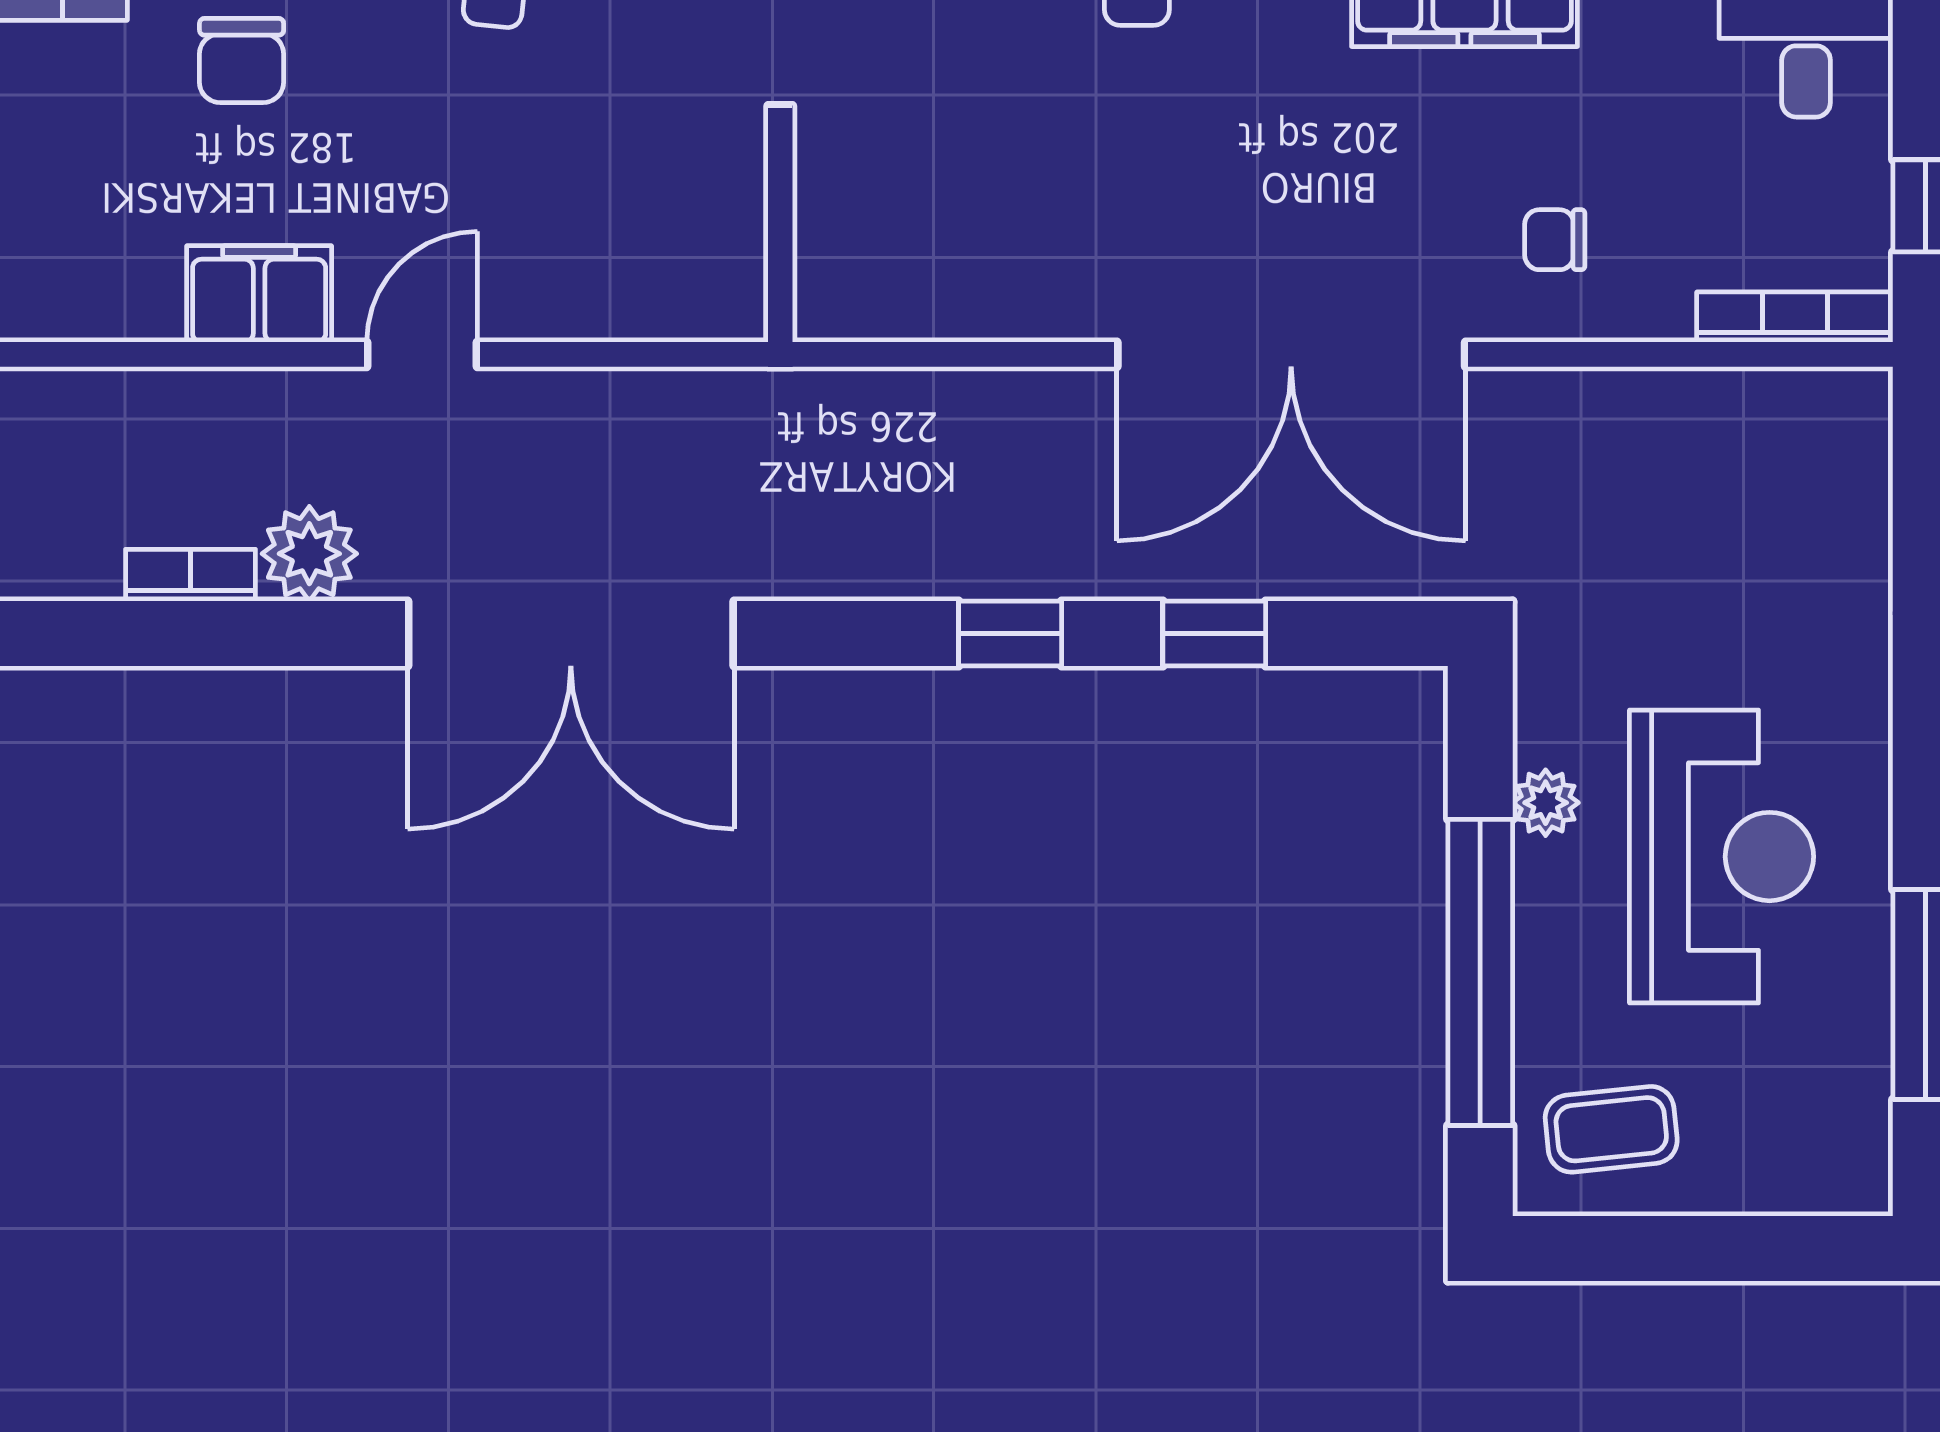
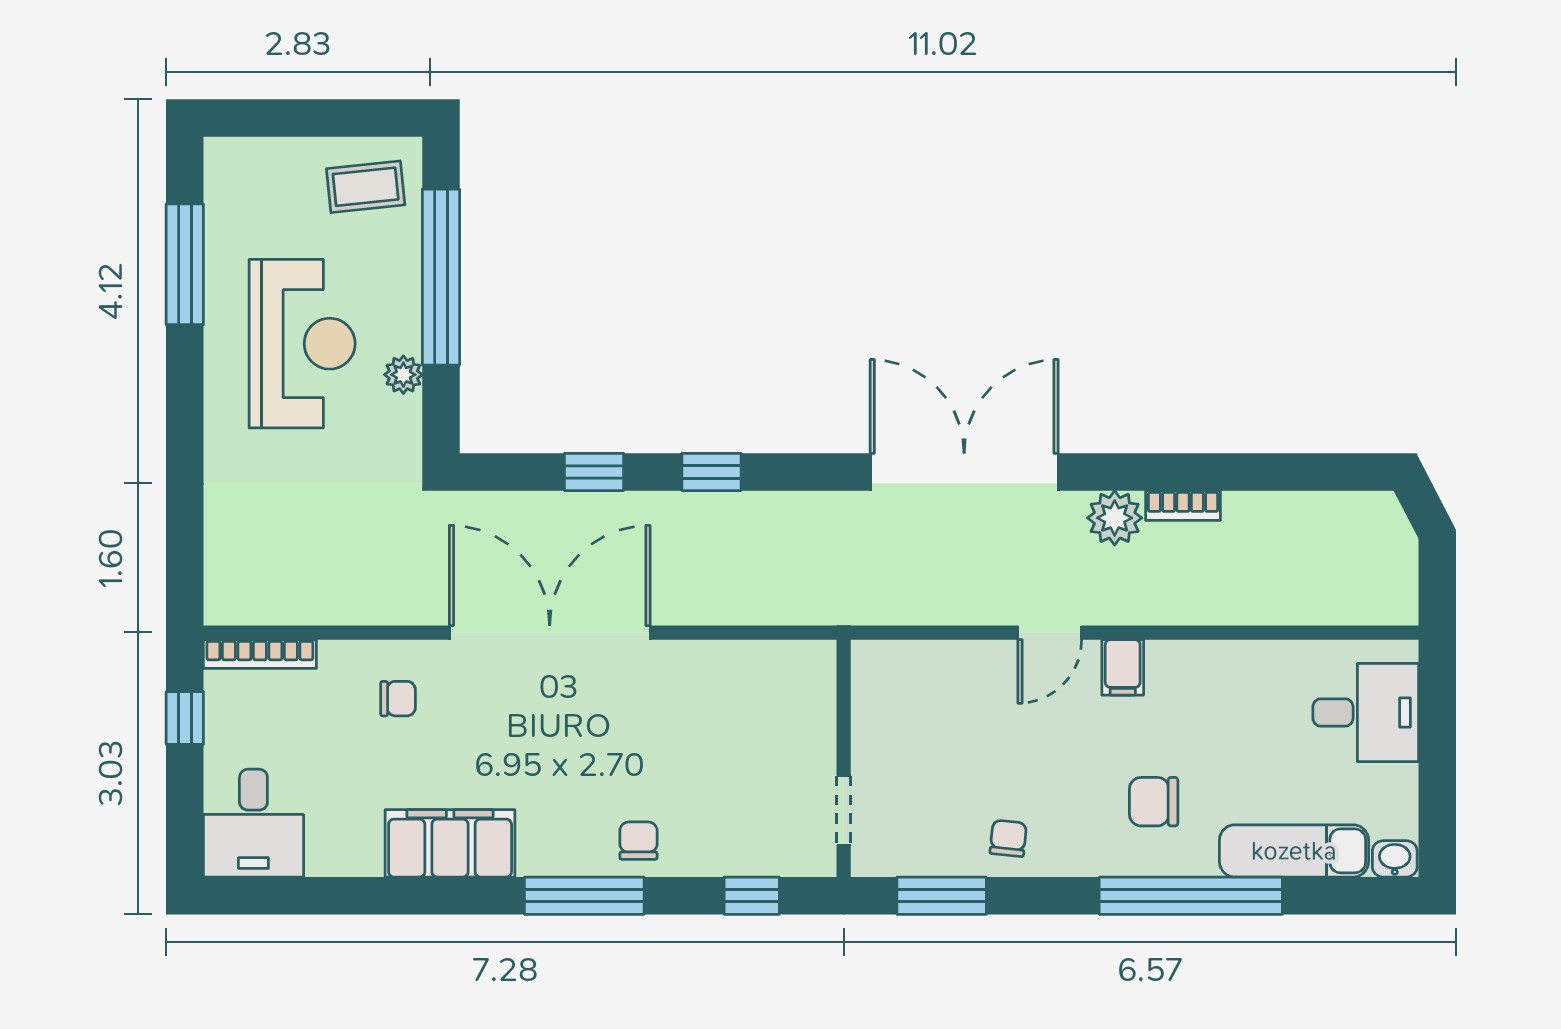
chair: (242, 61) -> (1154, 802), turned -90
filing cabinet: (259, 294) -> (1123, 667), width x0.50
reception desk: (1722, 857) -> (302, 344), turned 180

